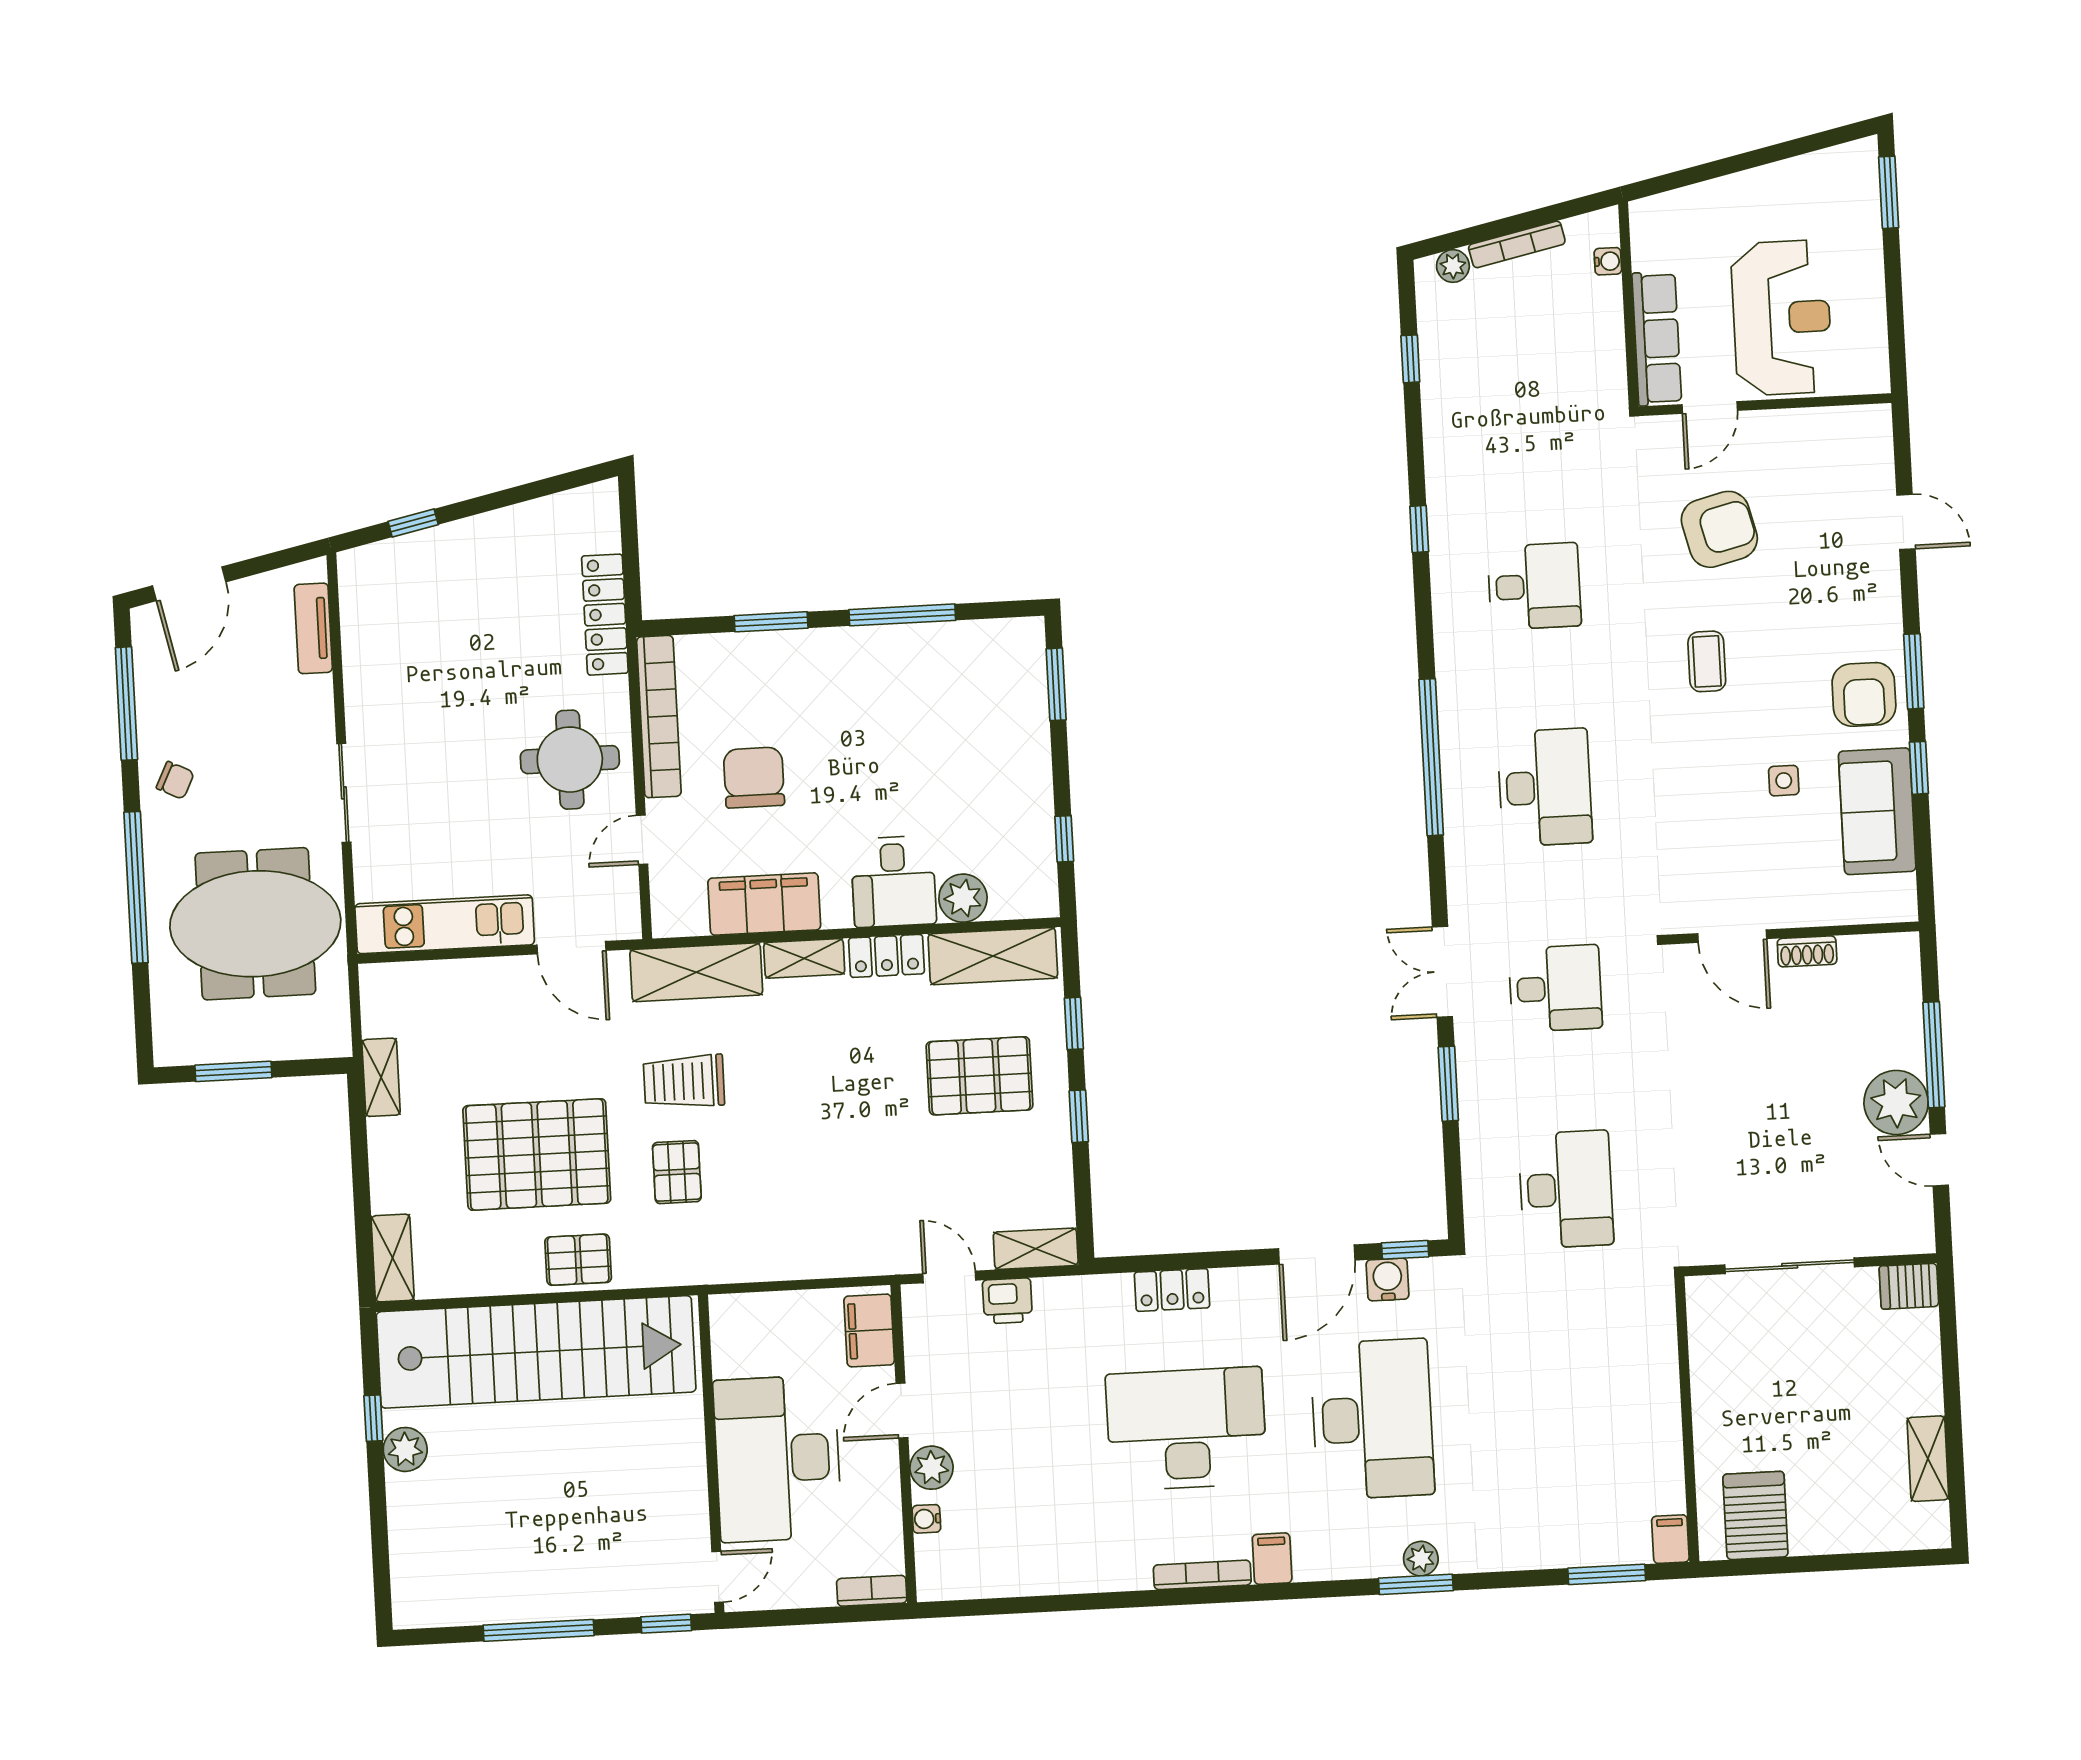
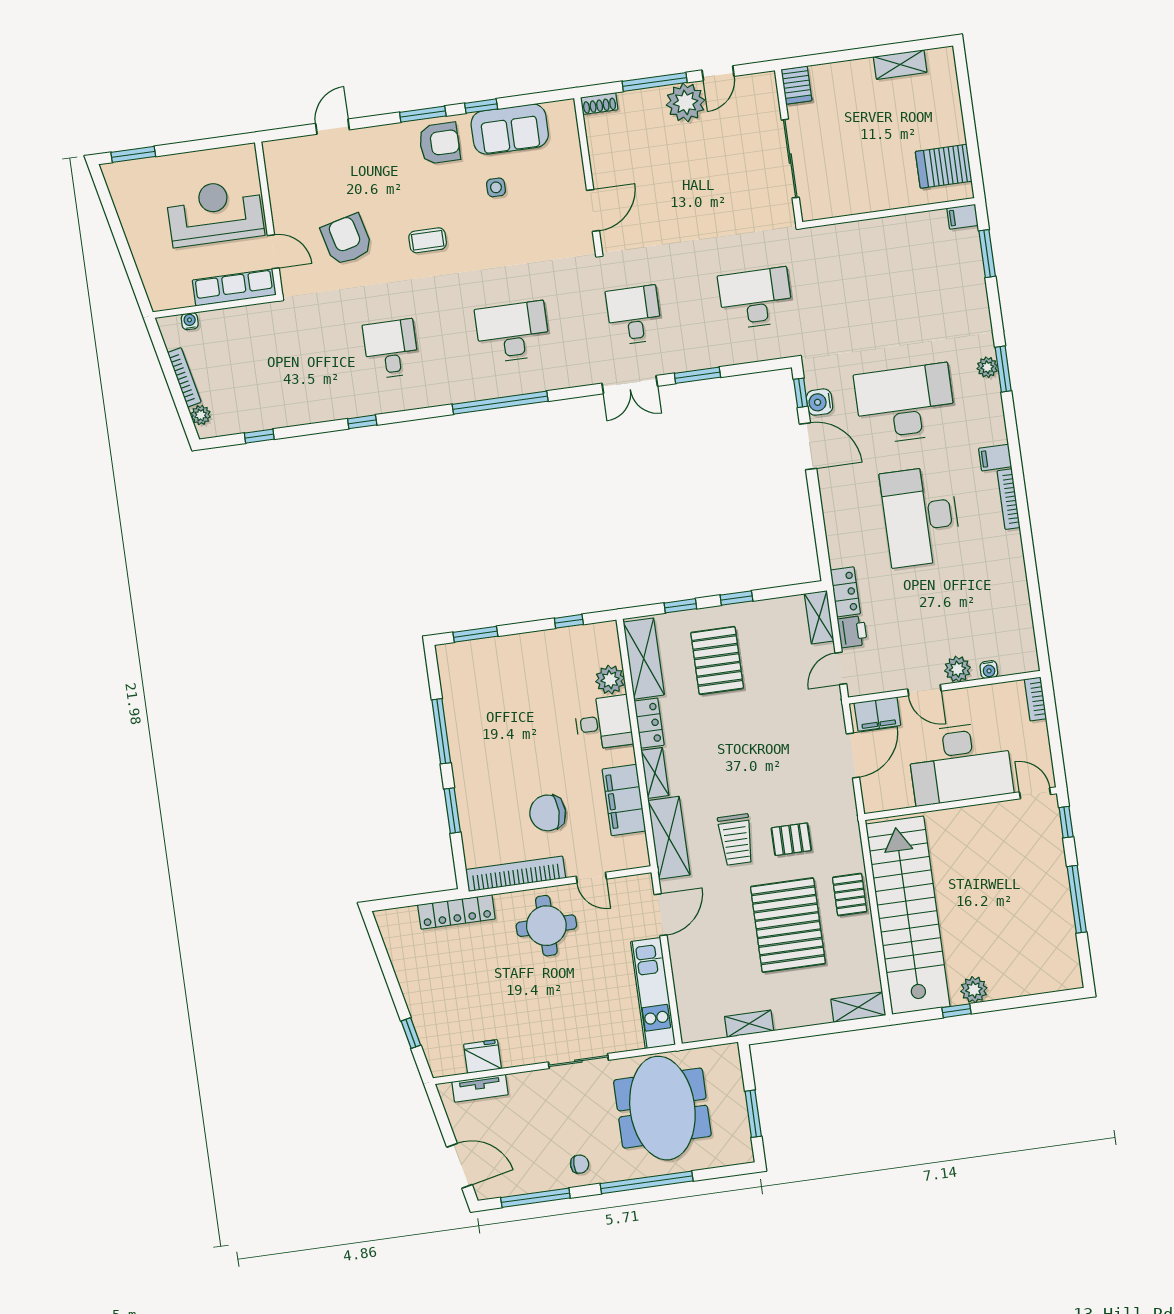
fridge: (365, 637) -> (482, 1056), added
chair: (175, 780) -> (580, 1164), turned 64
shoe rack: (1807, 951) -> (599, 103), moved, turned 90
door: (805, 1285) -> (853, 755), added
locker: (1172, 1290) -> (845, 592), moved

